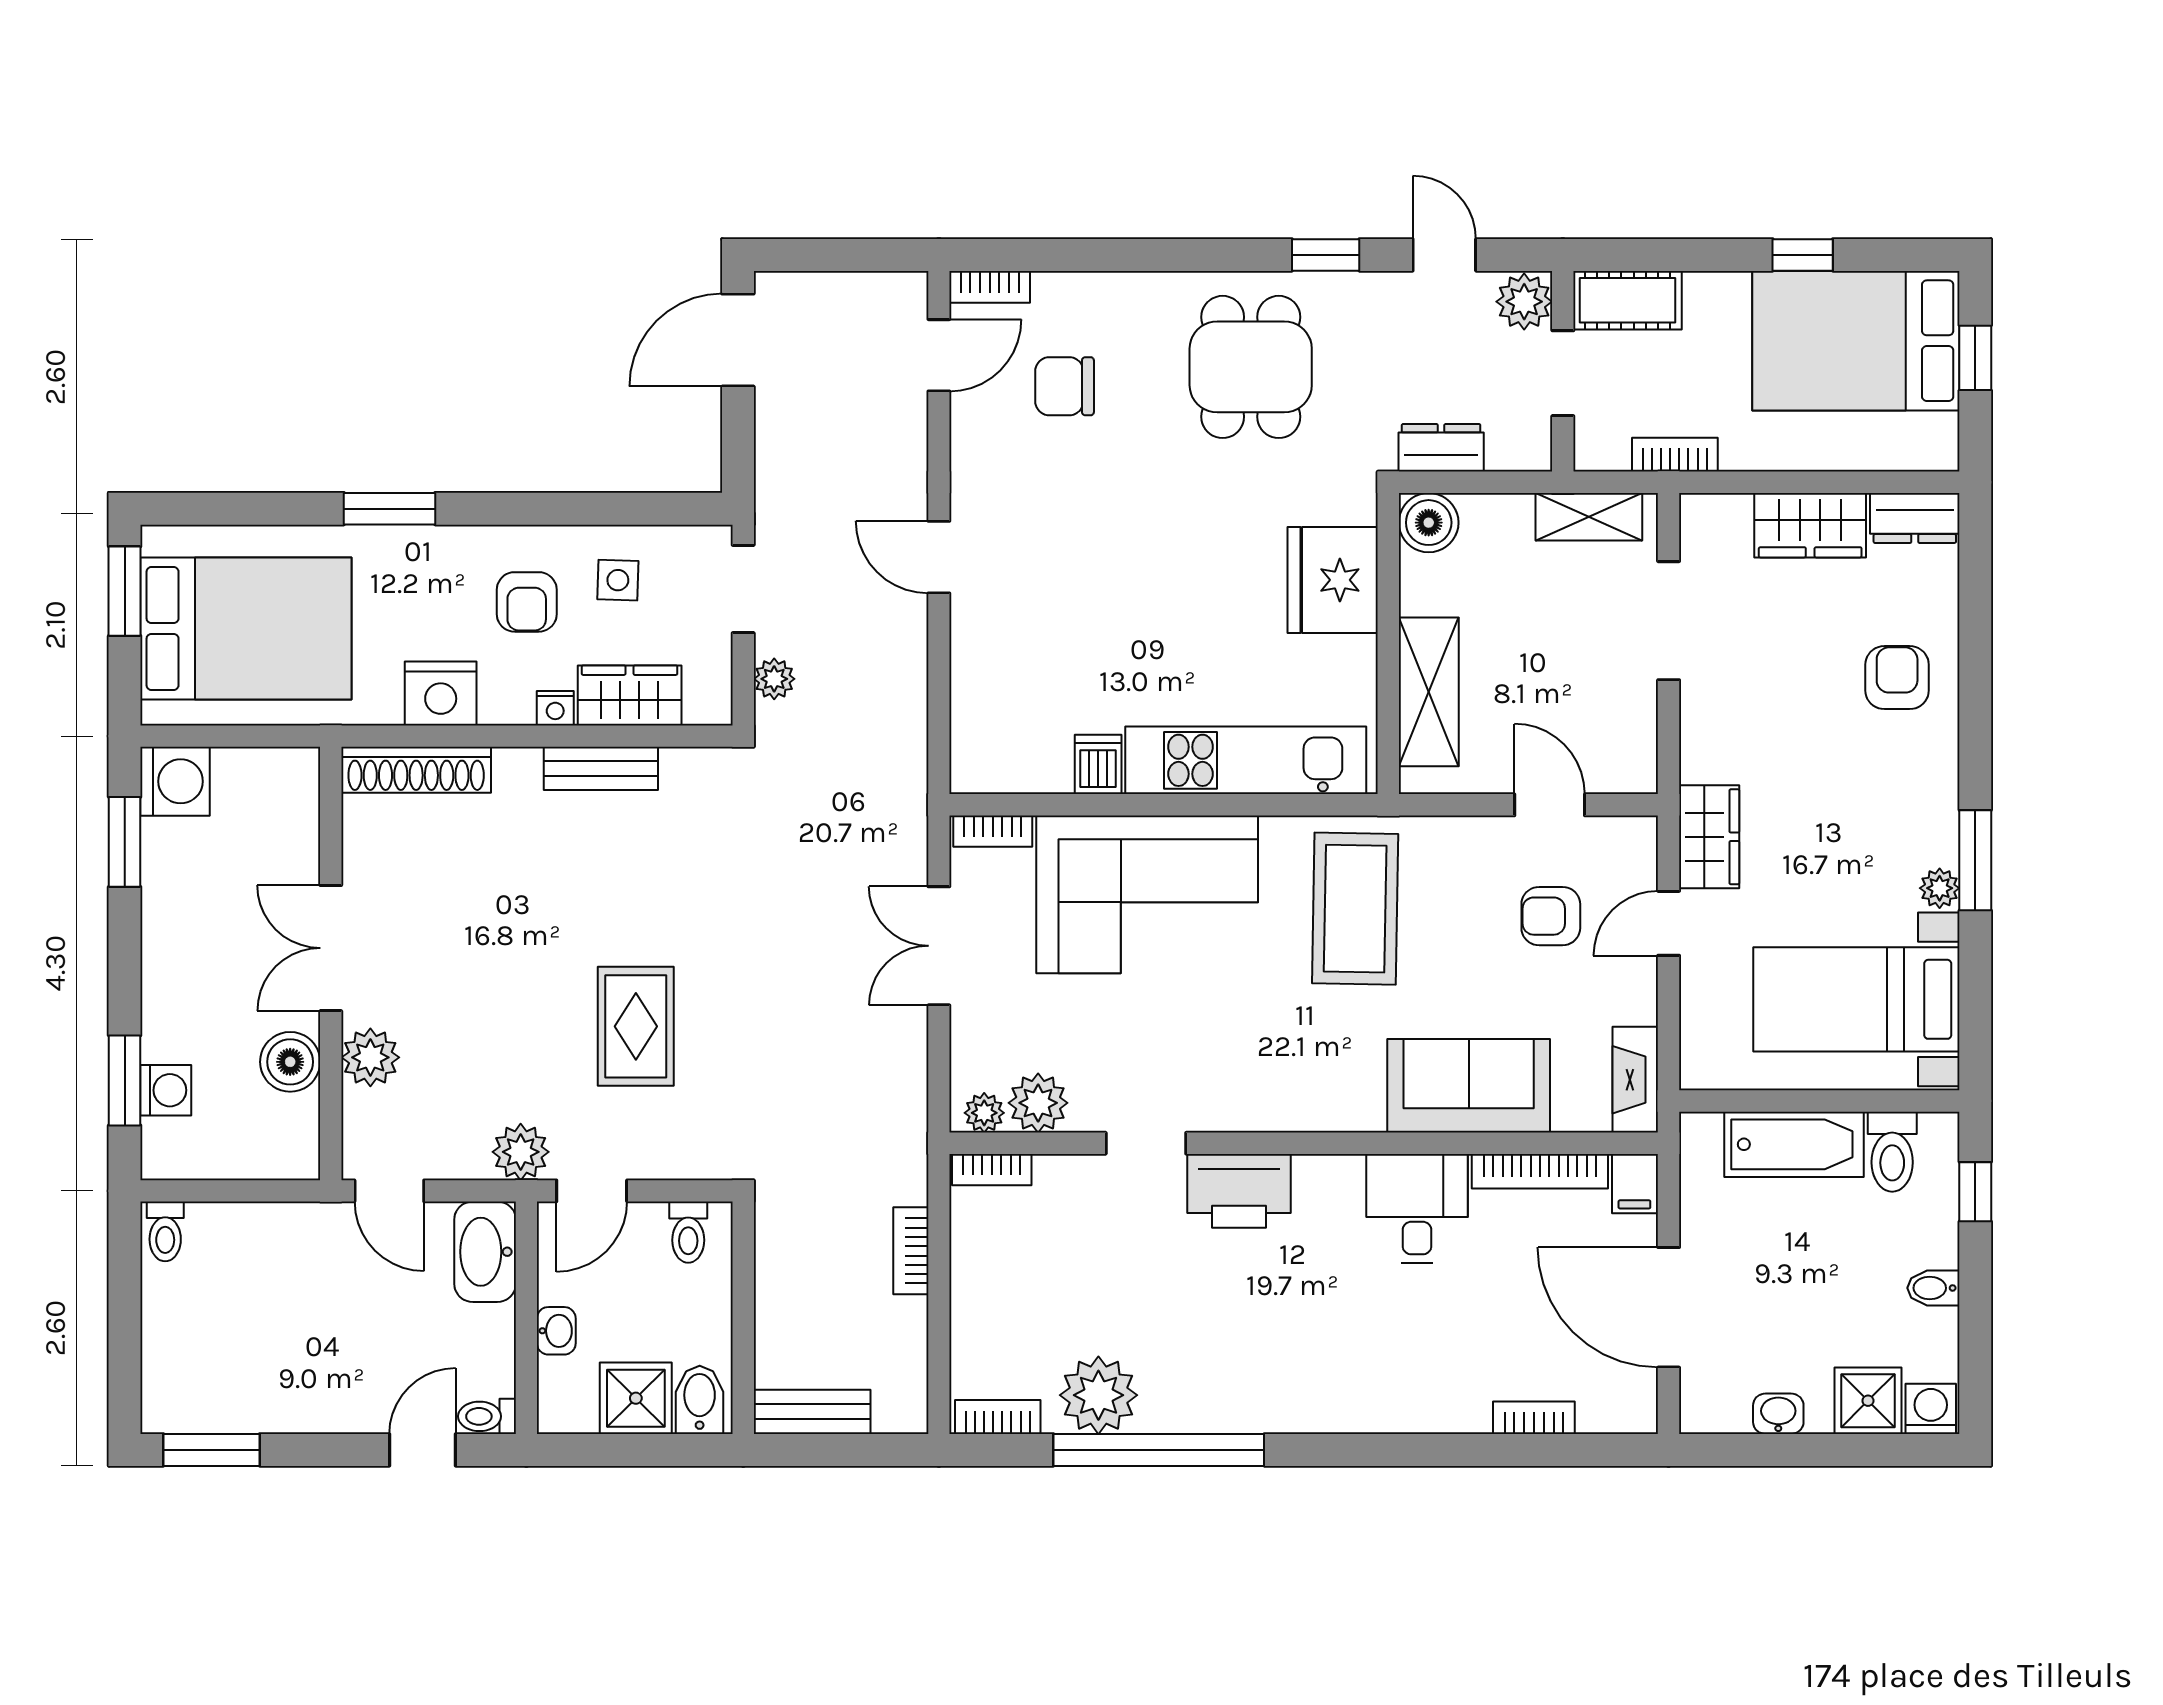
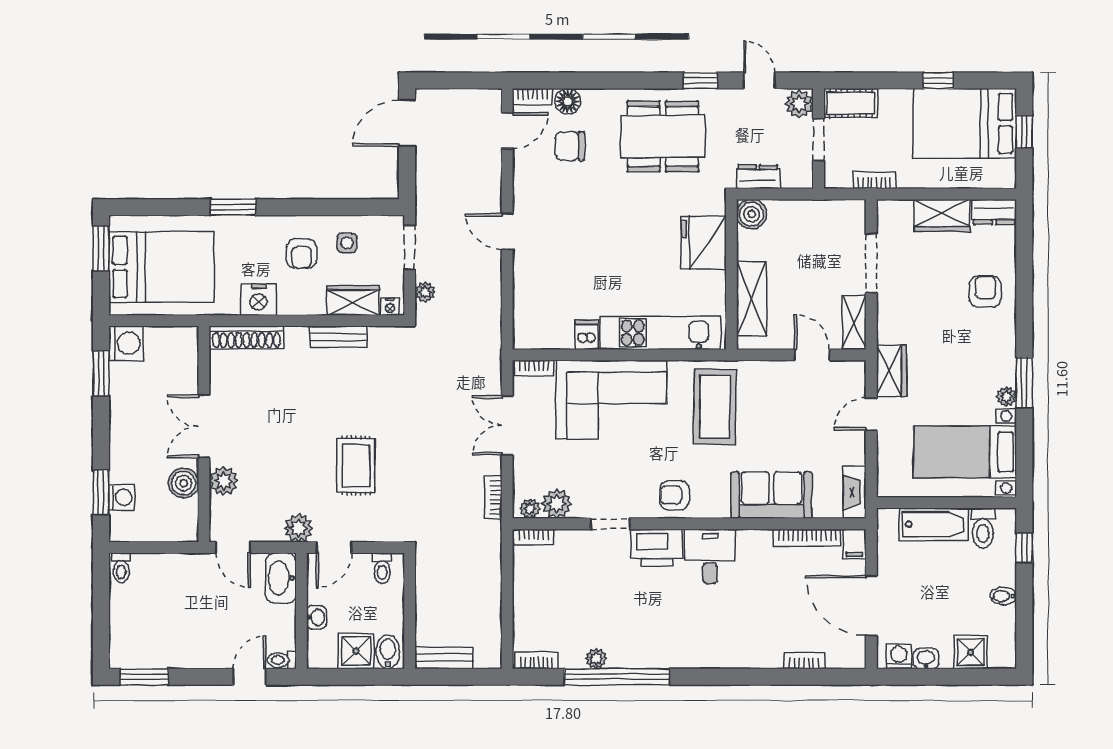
floor lamp: (1060, 297) -> (568, 101), added
dining table: (1251, 367) -> (663, 136), width x1.38
shelving: (1589, 517) -> (854, 322), moved, turned 90
nightstand: (555, 708) -> (390, 307), moved
armchair: (1551, 916) -> (674, 495), moved
desk: (1417, 1208) -> (710, 556), moved
bookcase: (911, 1251) -> (493, 497), moved
plant: (1098, 1395) -> (596, 659), width x0.53, depth x0.53
washing machine: (1931, 1409) -> (899, 656), moved

